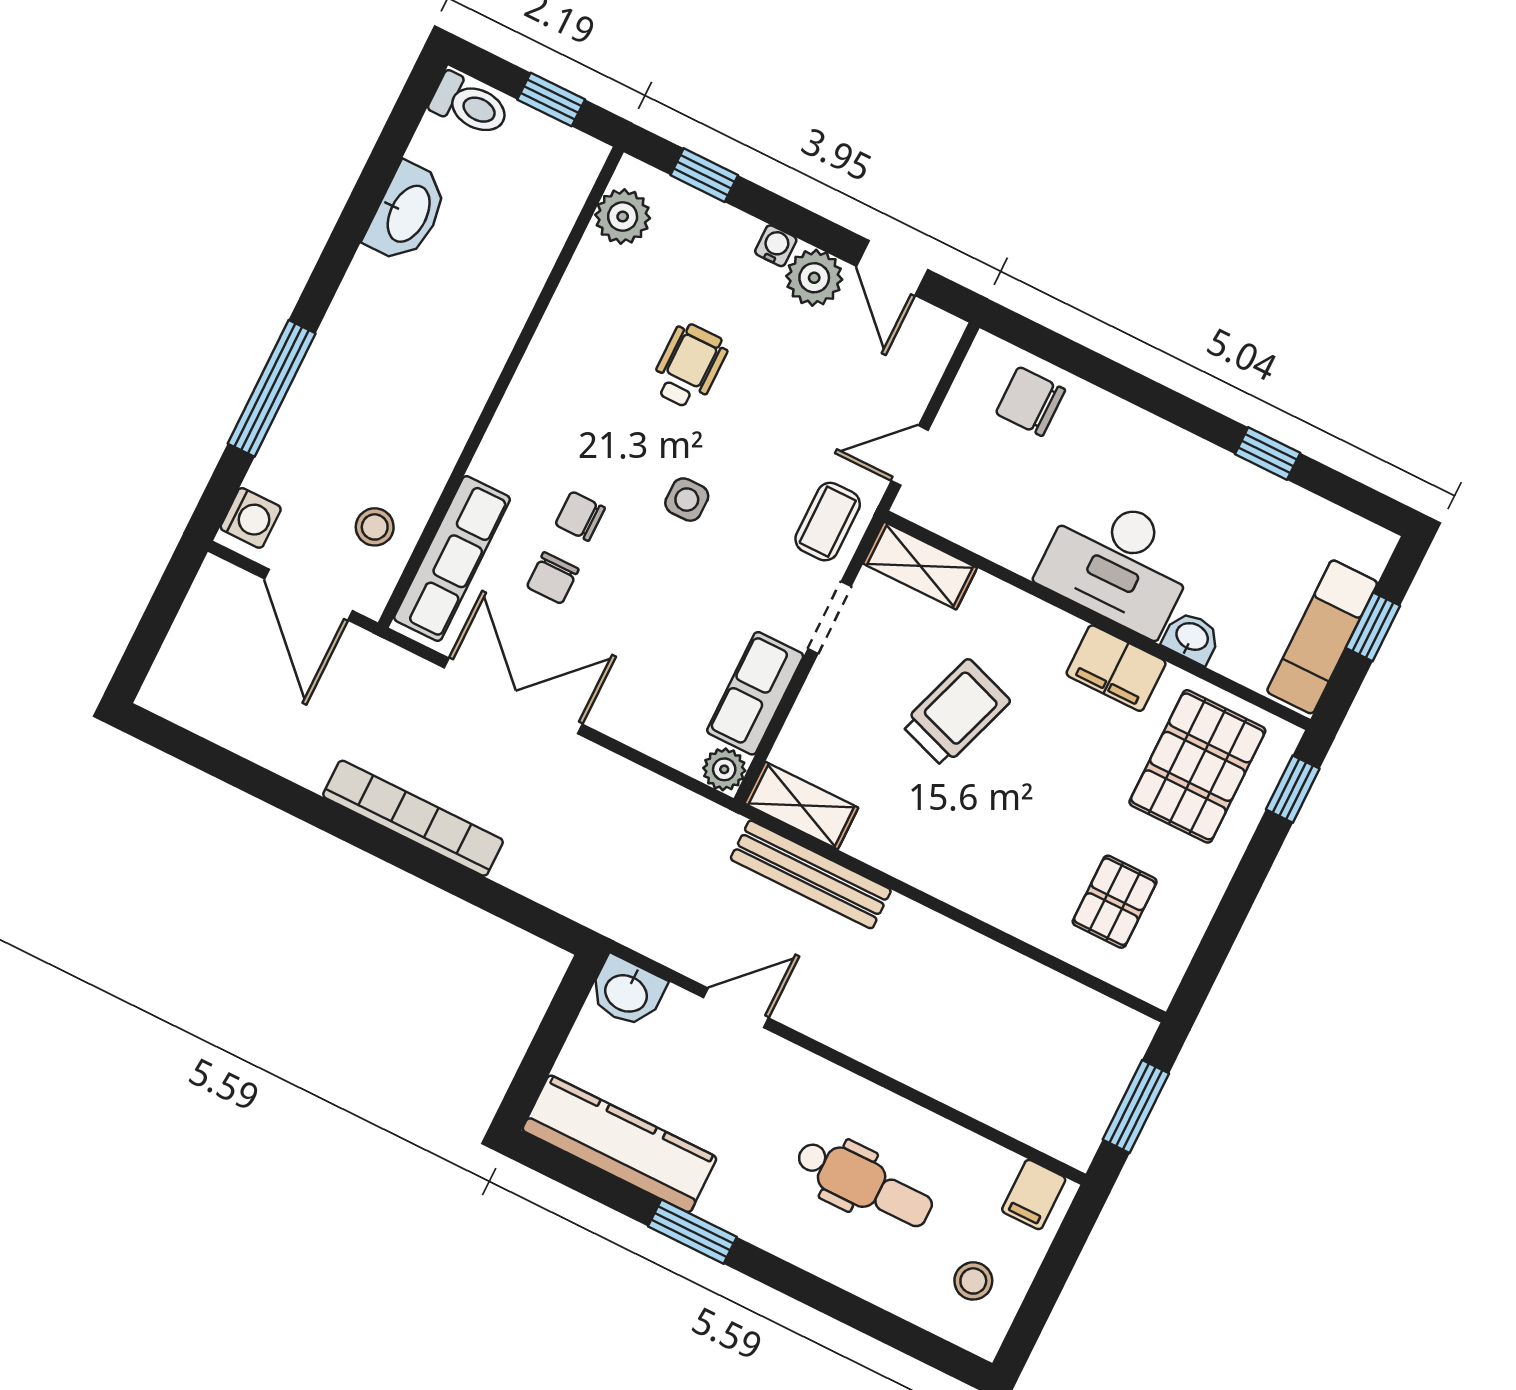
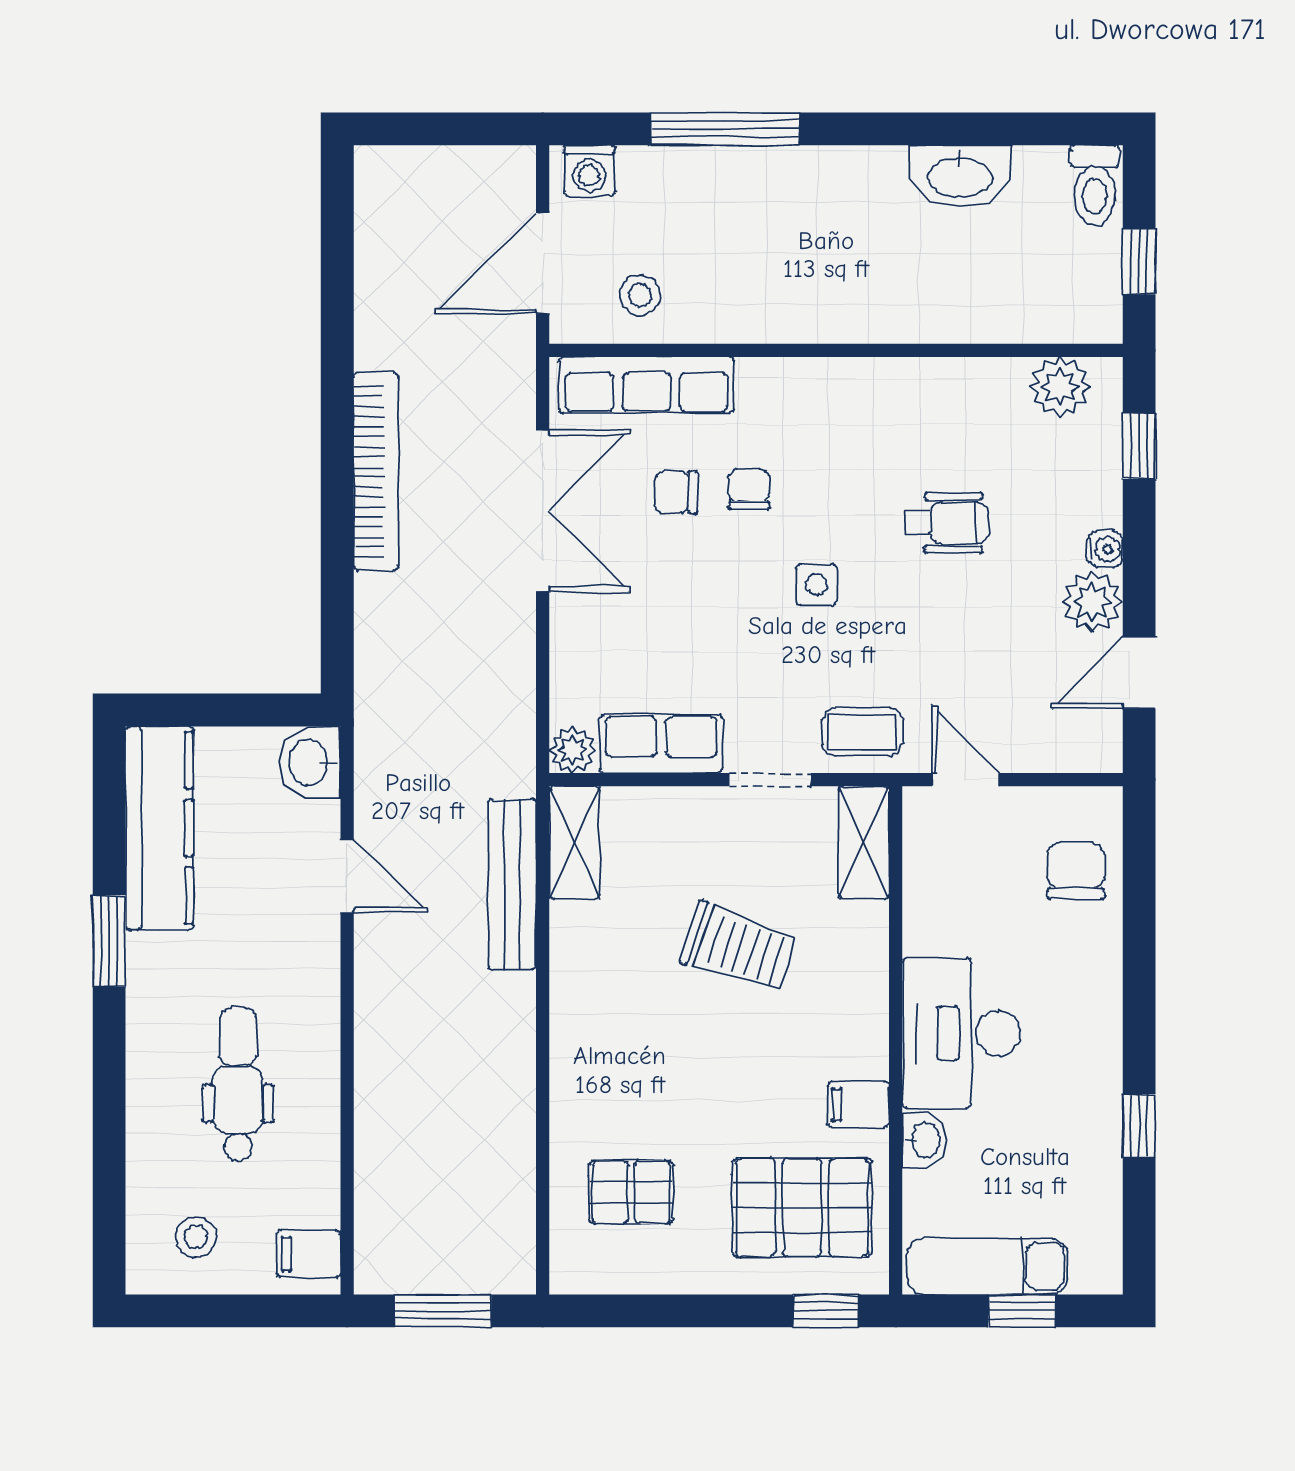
filing cabinet: (1116, 668) -> (858, 1105), width x0.50
dental chair: (864, 1183) -> (238, 1084), turned 180

